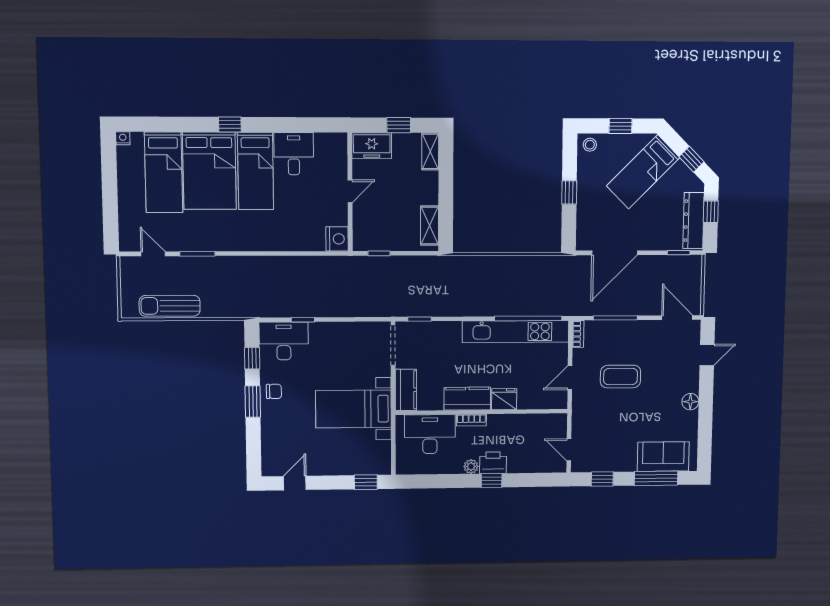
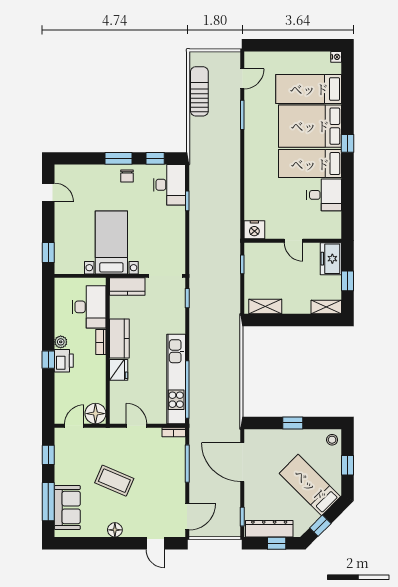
coffee table: (621, 377) -> (114, 481), moved, turned -67
floor lamp: (555, 425) -> (95, 414), added

